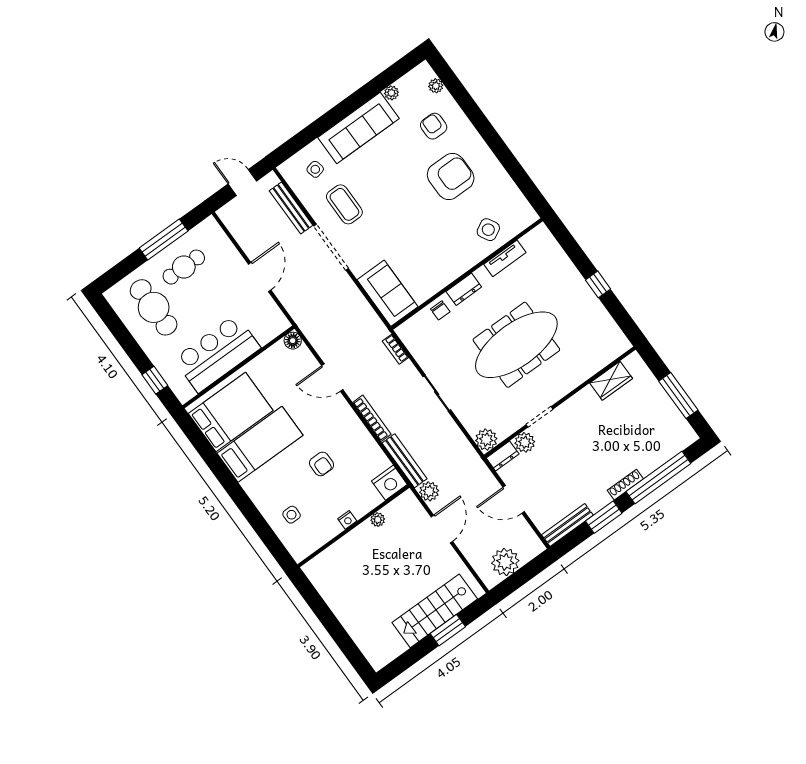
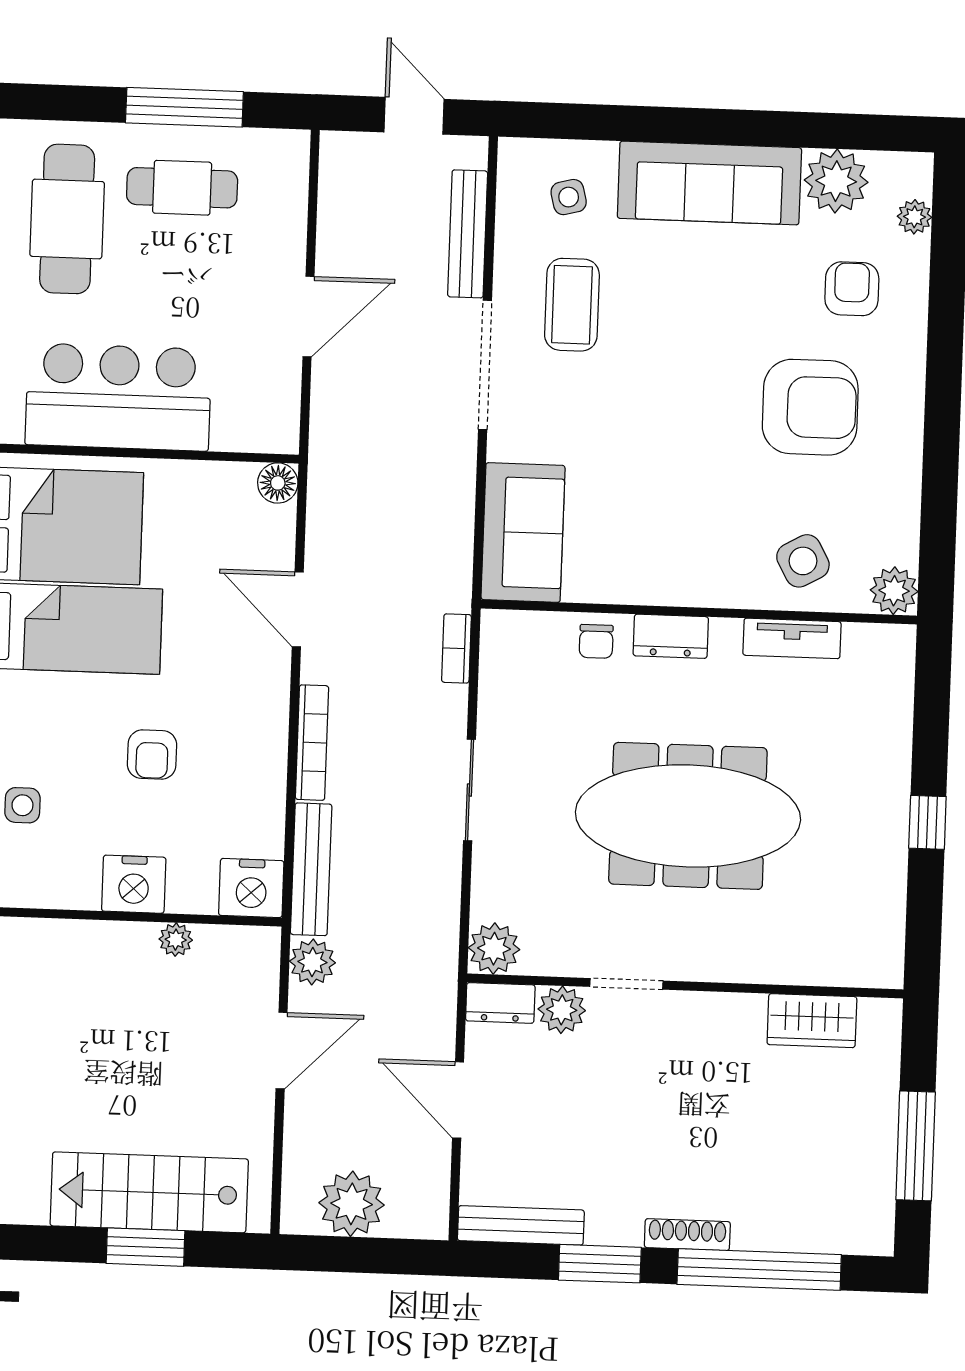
plant: (391, 93) -> (836, 181), width x1.88, depth x1.88
plant: (526, 216) -> (894, 591), added
nightstand: (347, 520) -> (134, 884), width x1.89, depth x1.79

